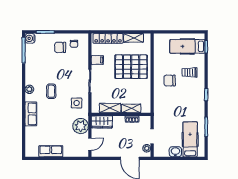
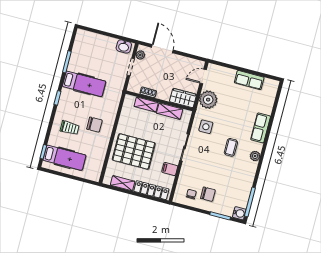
hospital bed: (190, 139) -> (84, 84), moved, turned -90
washbasin: (175, 152) -> (124, 46), moved

